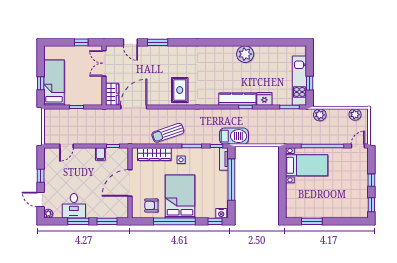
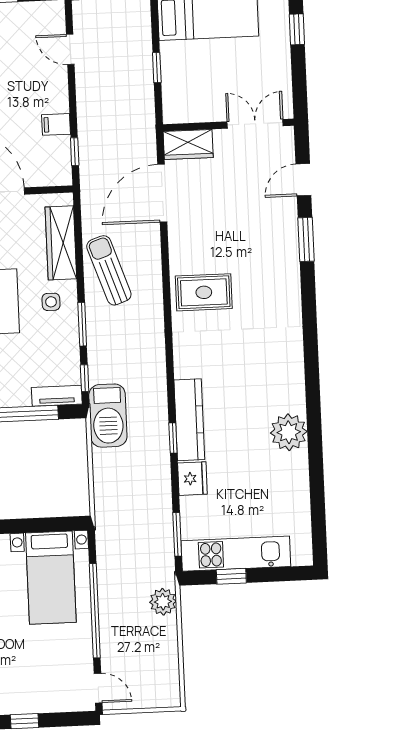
window: (81, 42) -> (297, 29), moved
door: (134, 107) -> (162, 193), swing flipped
plant: (355, 115) -> (167, 679), removed

